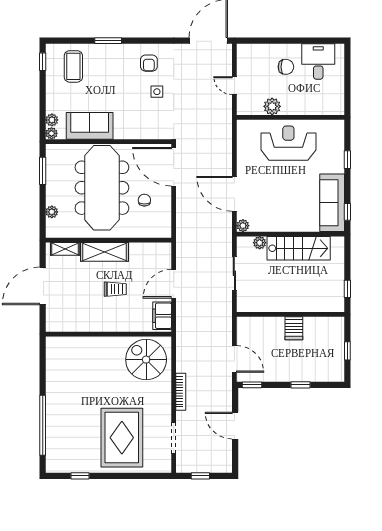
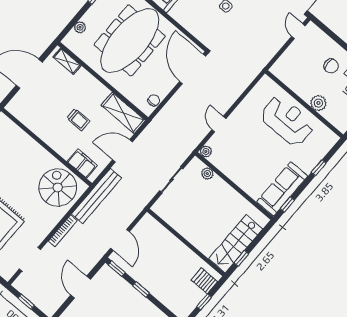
door: (234, 86) -> (298, 31), moved
plant: (272, 106) -> (318, 103), moved
door: (234, 194) -> (219, 124), width x0.53
chair: (144, 200) -> (154, 100), moved
stairs: (299, 248) -> (236, 244), moved, turned 90
shelving: (104, 252) -> (123, 113), moved
filing cabinet: (162, 316) -> (82, 164), moved, turned 90
server rack: (294, 328) -> (204, 281), moved, turned 90
bench: (184, 339) -> (97, 196), added
window: (301, 385) -> (141, 290), moved

